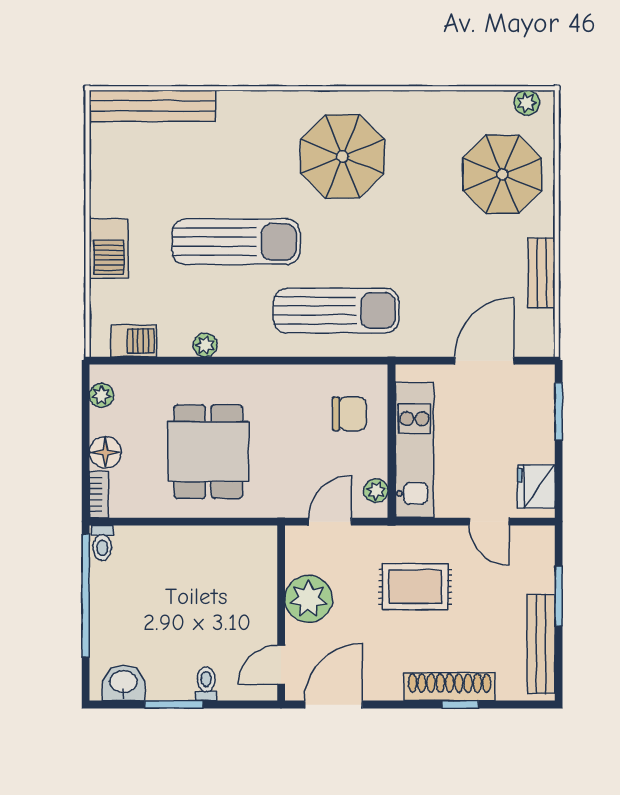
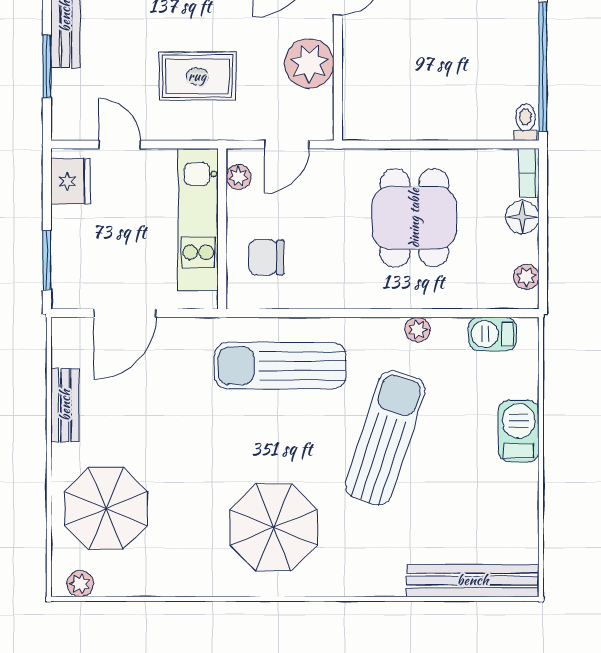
sun lounger: (236, 242) -> (385, 438), turned 108

